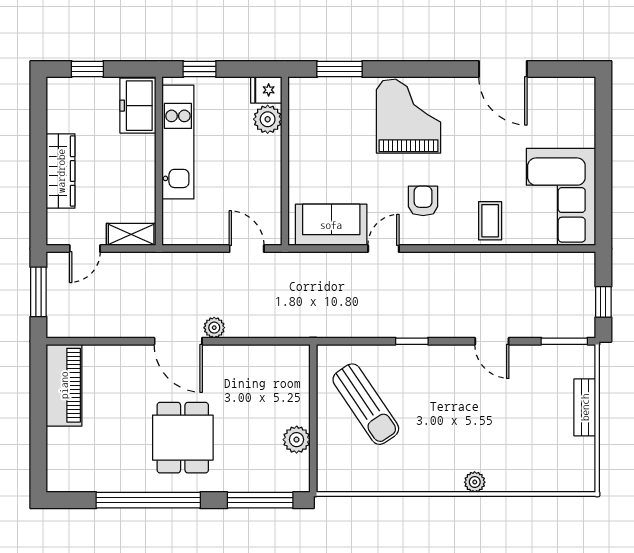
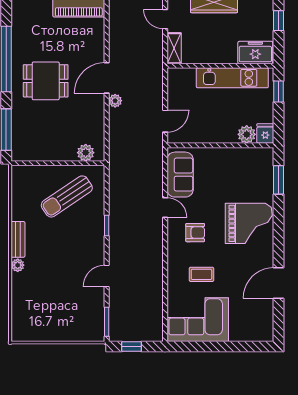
coffee table: (490, 221) -> (201, 274), moved
bench: (585, 407) -> (18, 239), moved, turned 90
plant: (297, 440) -> (86, 153), moved

